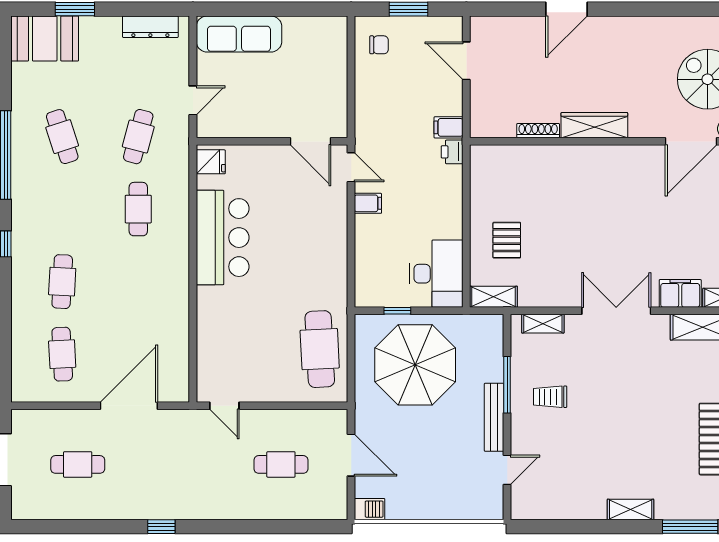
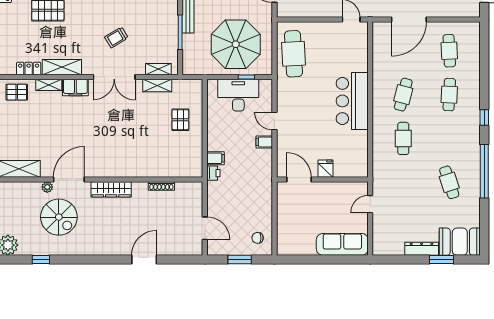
dresser: (150, 27) -> (422, 249), moved
wardrobe: (594, 125) -> (111, 189), moved
filing cabinet: (449, 127) -> (216, 158), moved
cafe table: (138, 137) -> (403, 95), moved
fridge: (211, 162) -> (326, 169), moved, turned 90
door: (351, 167) -> (274, 121), moved
bar counter: (223, 238) -> (352, 101), moved
desk: (436, 274) -> (238, 95), moved, turned 90
shelving: (493, 297) -> (157, 85), moved
trolley: (550, 397) -> (116, 37), moved, turned 149

